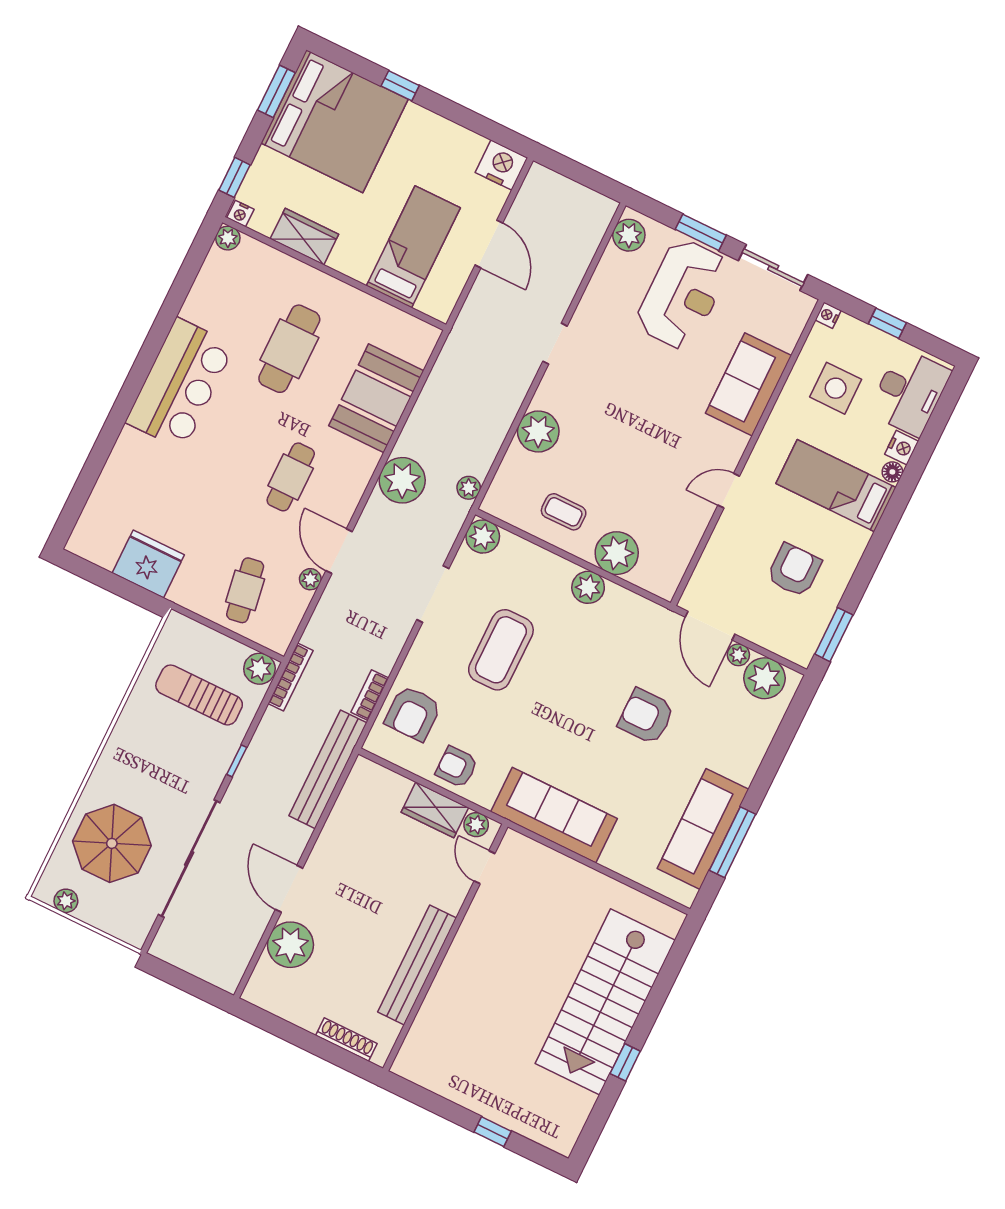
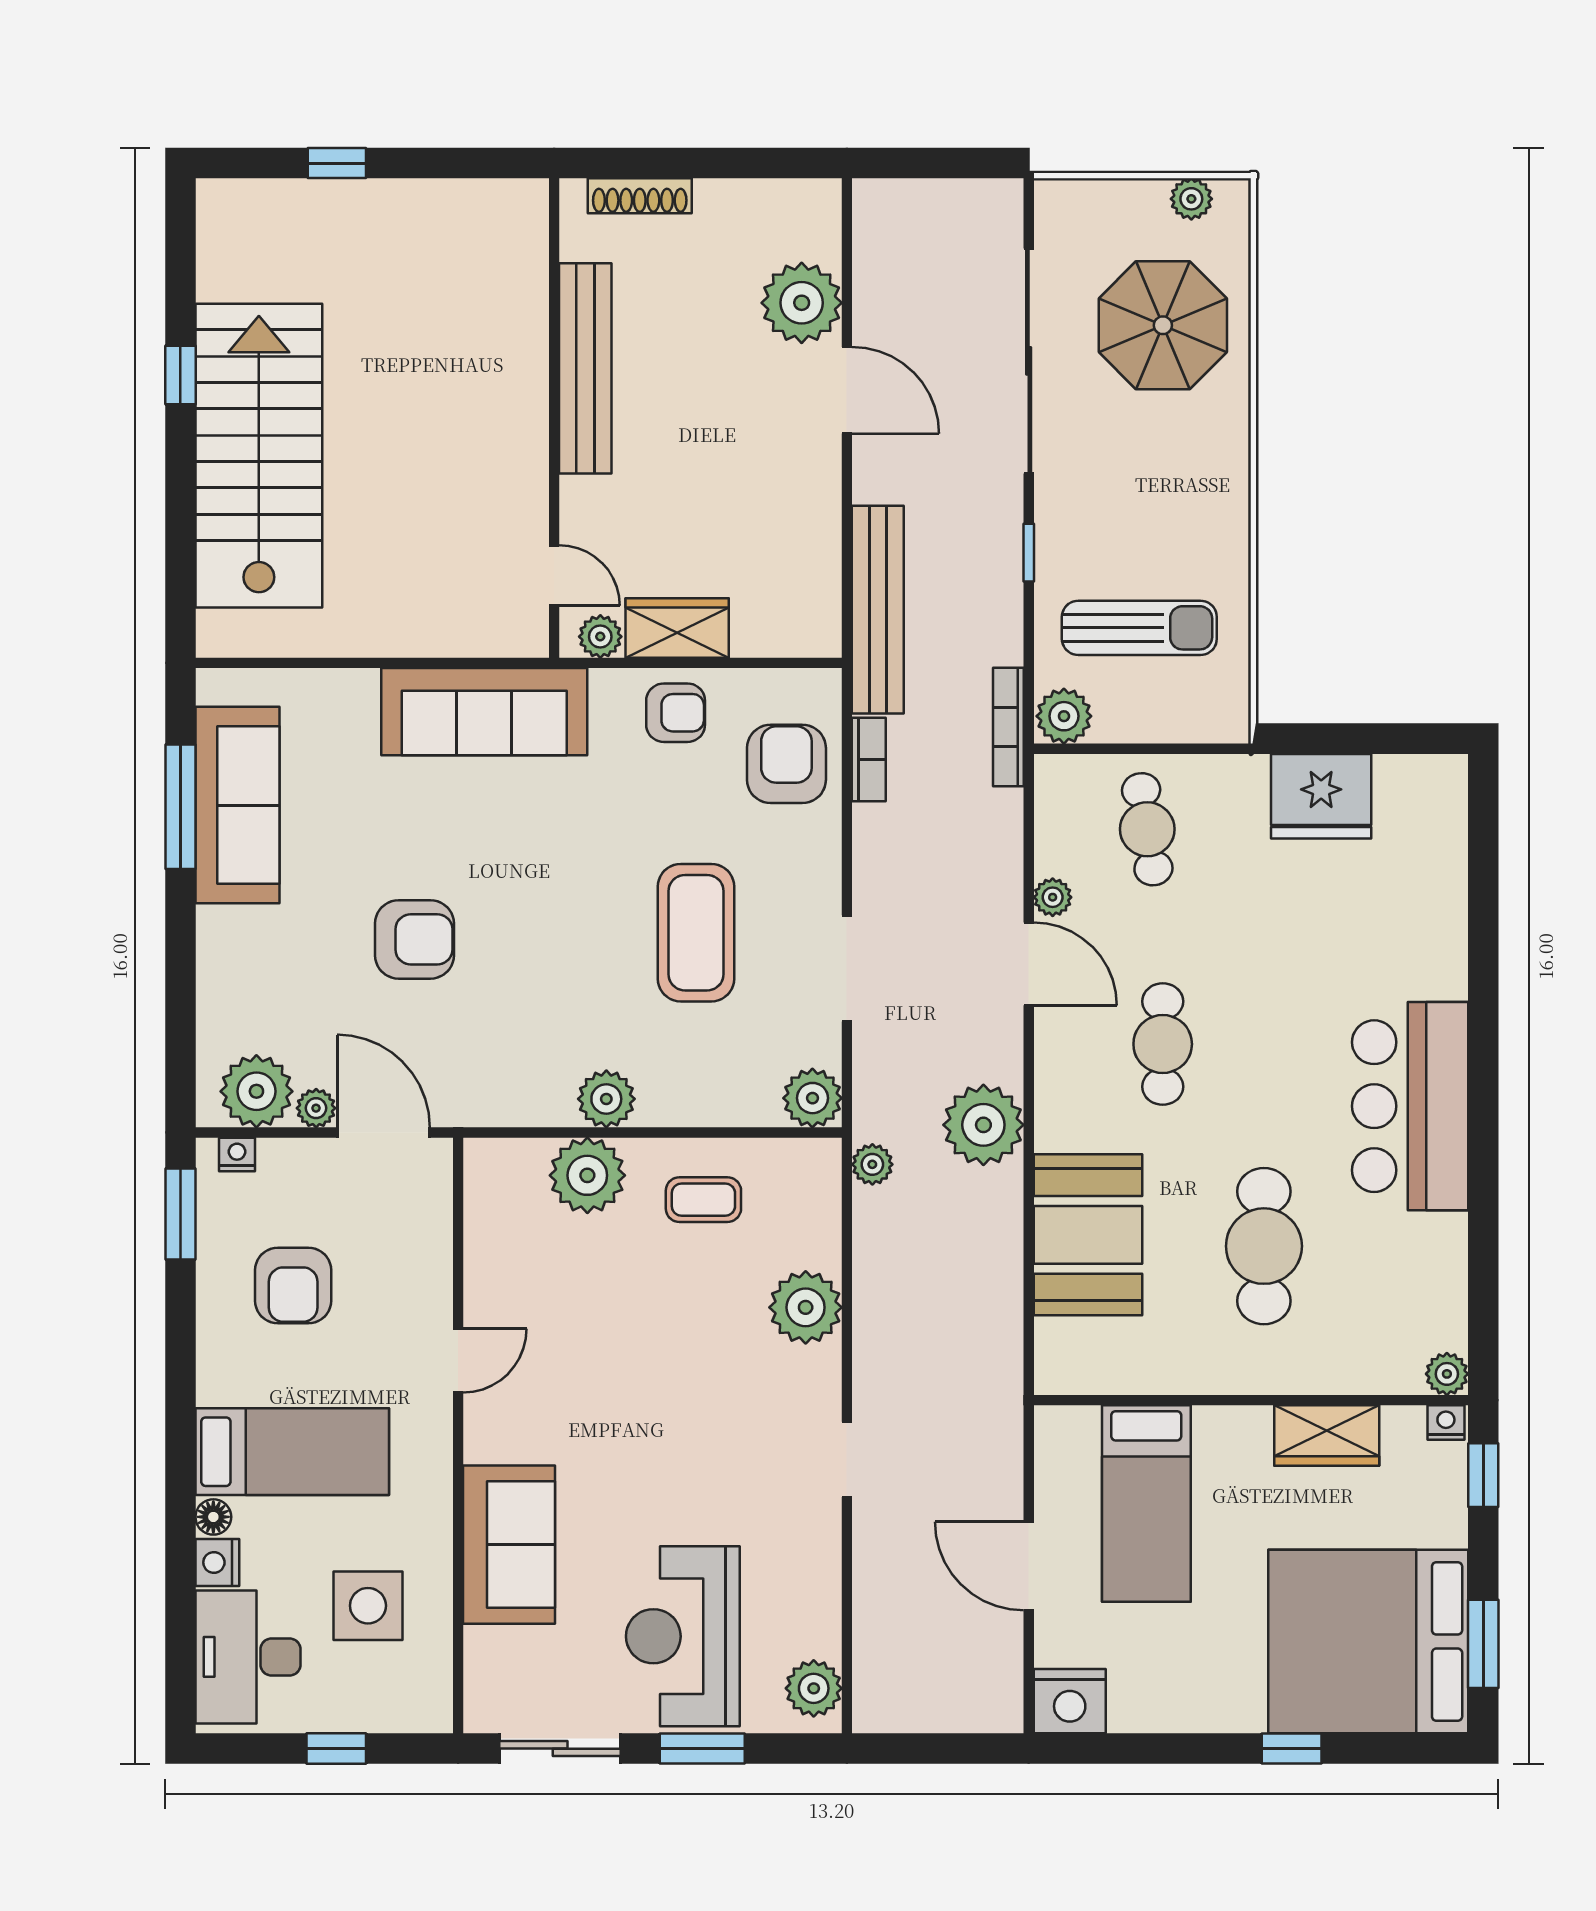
nightstand: (828, 315) -> (237, 1154), moved, turned -90

